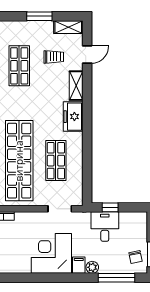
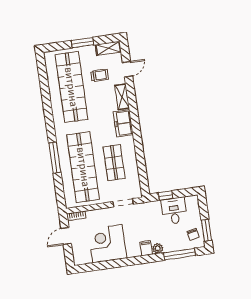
shop shelf: (19, 66) -> (71, 87), width x2.00, depth x1.36
desk: (105, 227) -> (174, 211), moved
corner desk: (51, 253) -> (107, 244), moved

